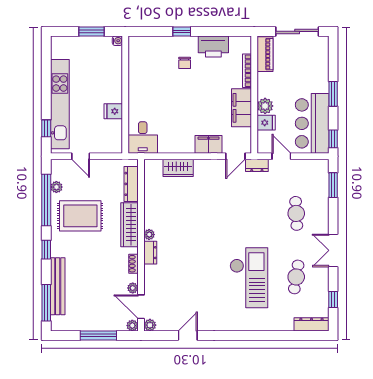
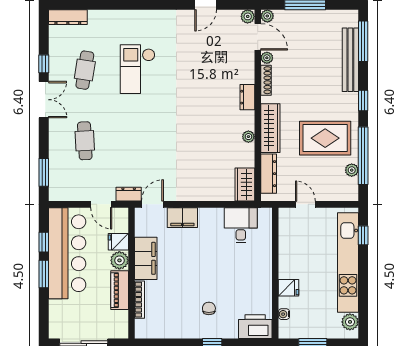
water cooler: (117, 41) -> (284, 314), moved
printer: (213, 46) -> (255, 327), moved
plant: (58, 51) -> (350, 322), added
piano: (265, 54) -> (120, 290), moved
fridge: (113, 111) -> (289, 288), moved
bar counter: (312, 123) -> (67, 253), width x1.36
desk: (143, 138) -> (241, 225), moved
window: (333, 139) -> (44, 242), moved
door: (81, 156) -> (305, 204), moved
wardrobe: (178, 168) -> (245, 185), moved, turned -90
plant: (149, 235) -> (248, 137), moved
shoe rack: (133, 264) -> (266, 80), width x1.43
checkout: (249, 278) -> (138, 69), width x0.73, depth x0.83
window: (333, 300) -> (44, 64), moved

